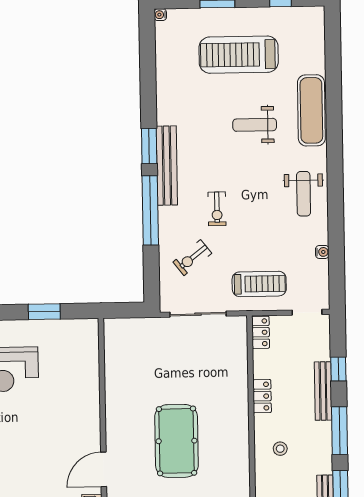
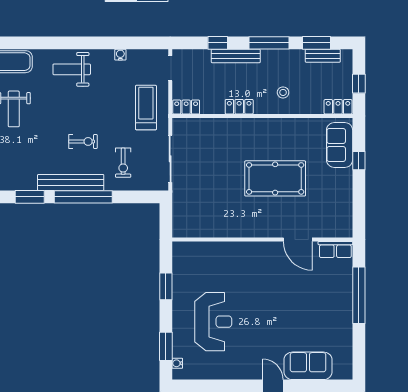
bench: (167, 166) -> (71, 182), moved
weight bench: (304, 194) -> (72, 69), turned 180
exercise bike: (192, 258) -> (123, 163), turned 38

